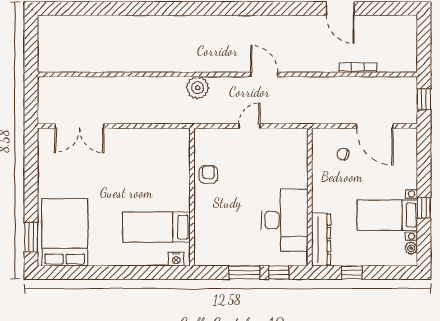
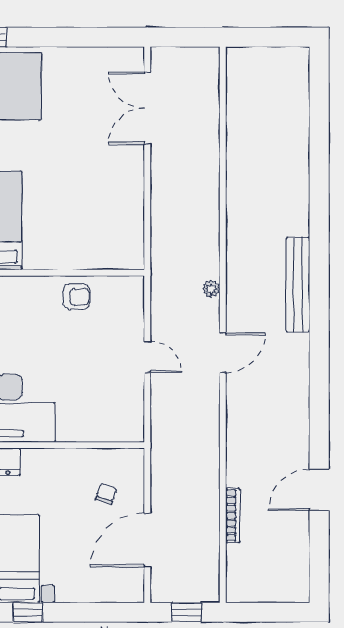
bench: (200, 23) -> (298, 285), added
door: (264, 74) -> (223, 353), moved
plant: (198, 88) -> (211, 289), width x0.53, depth x0.53

